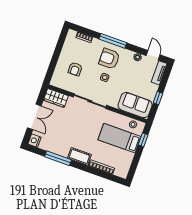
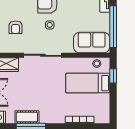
window: (158, 98) -> (113, 27), width x3.17
cot: (79, 156) -> (27, 117), moved

